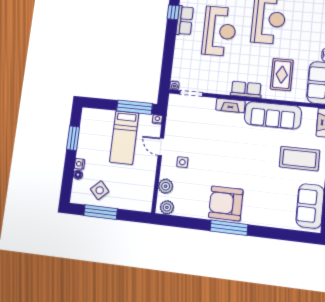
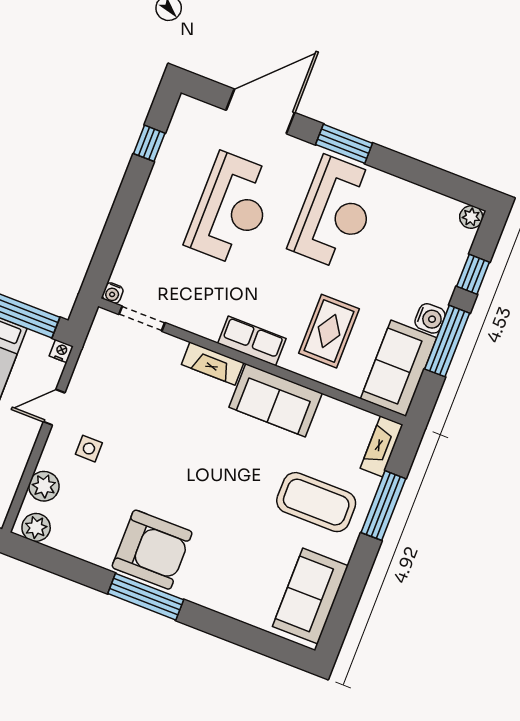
row of seats: (185, 20) -> (168, 167), removed
sofa: (273, 115) -> (276, 400), width x0.73
door: (161, 147) -> (54, 407), hinge flipped
armchair: (226, 203) -> (152, 550), turned 180

